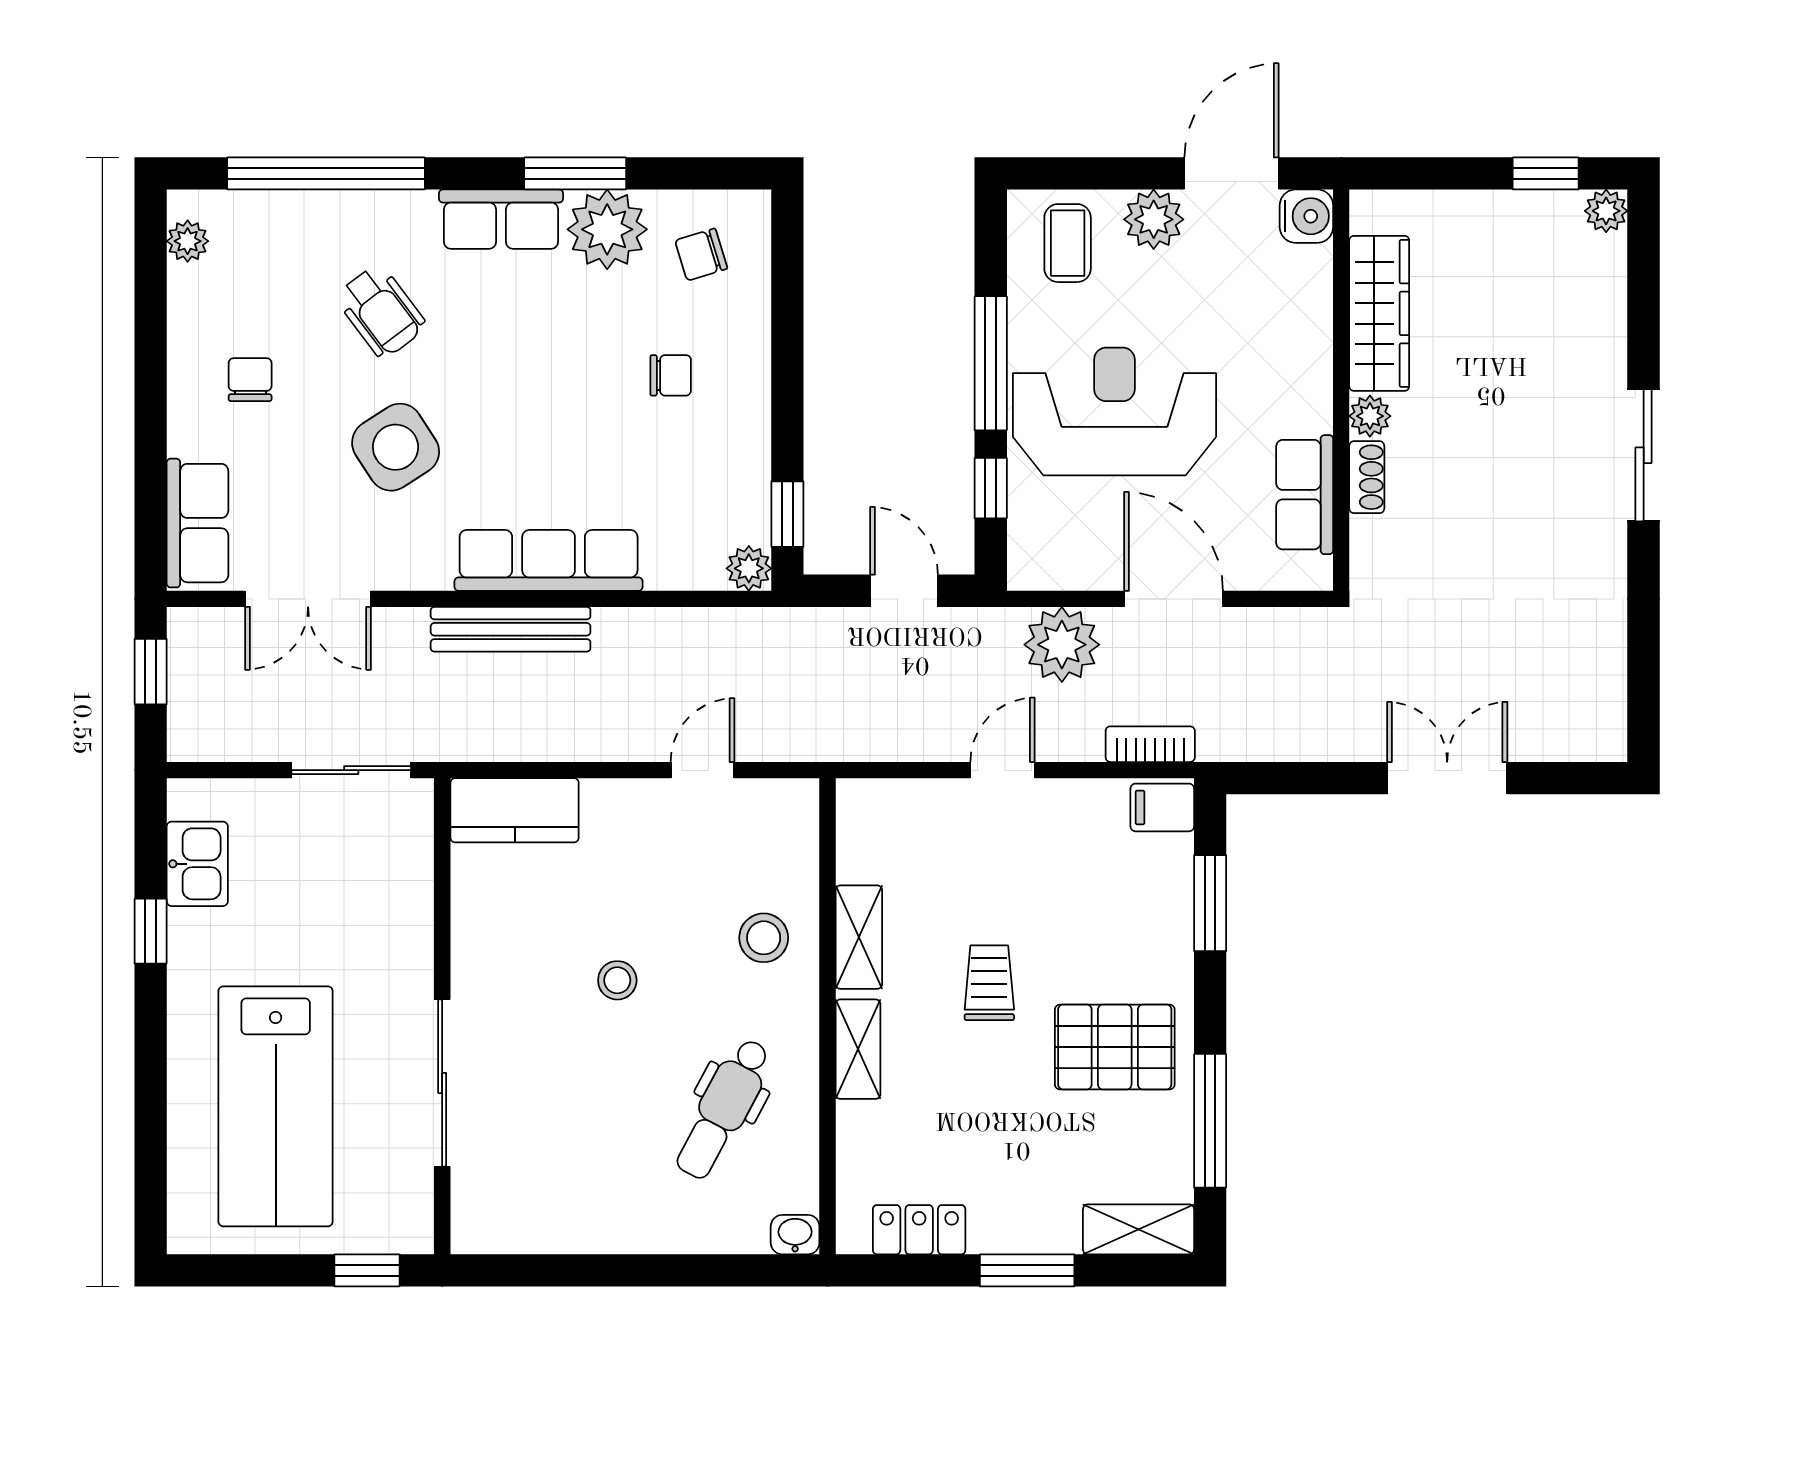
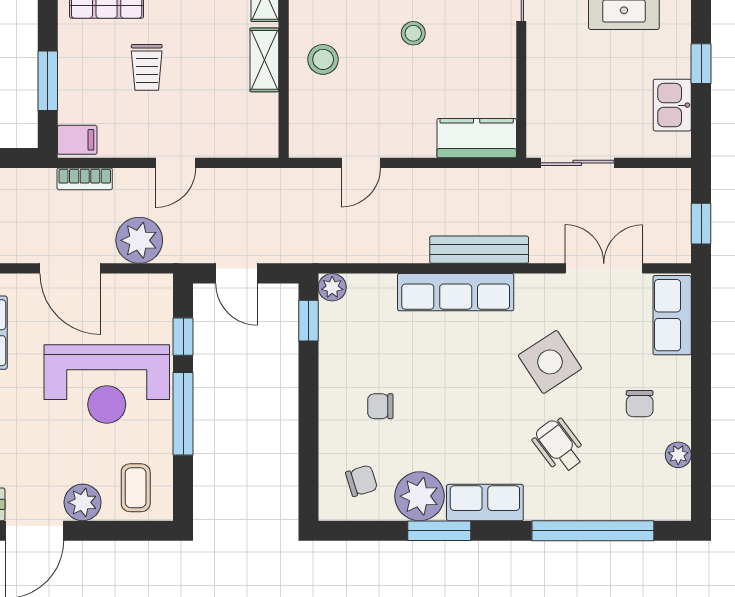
plant: (188, 241) -> (678, 455), moved
trolley: (989, 983) -> (147, 67), moved

